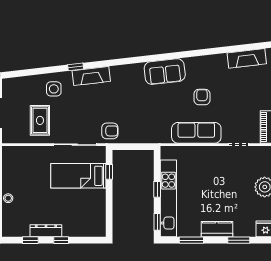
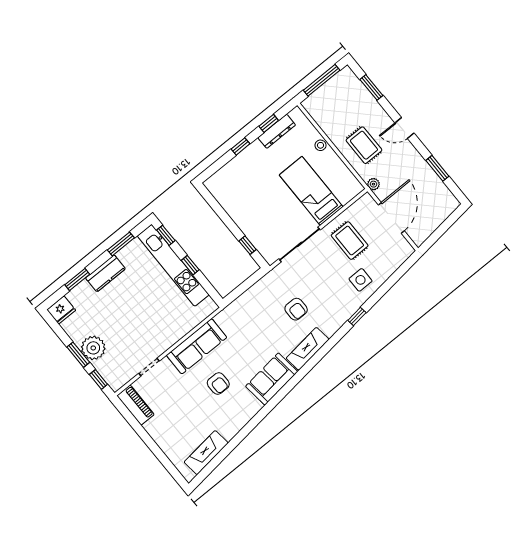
fireplace: (91, 76) -> (308, 349), moved
armchair: (110, 131) -> (296, 309), moved, turned -90
bed: (78, 176) -> (311, 191), moved, turned -90
dresser: (46, 231) -> (277, 131), moved

